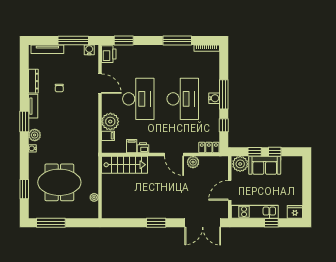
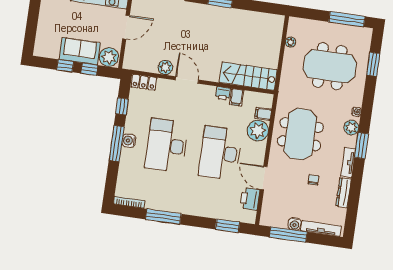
water cooler: (89, 50) -> (295, 224), moved
printer: (109, 54) -> (250, 199), moved
meeting table: (75, 124) -> (300, 134), added

